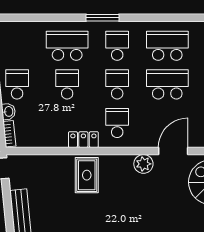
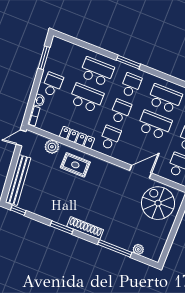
school desk: (67, 84) -> (86, 98), width x1.85
locker: (83, 140) -> (77, 138), width x1.53
plant: (143, 164) -> (52, 147), moved
rug: (87, 175) -> (75, 165), turned 90

